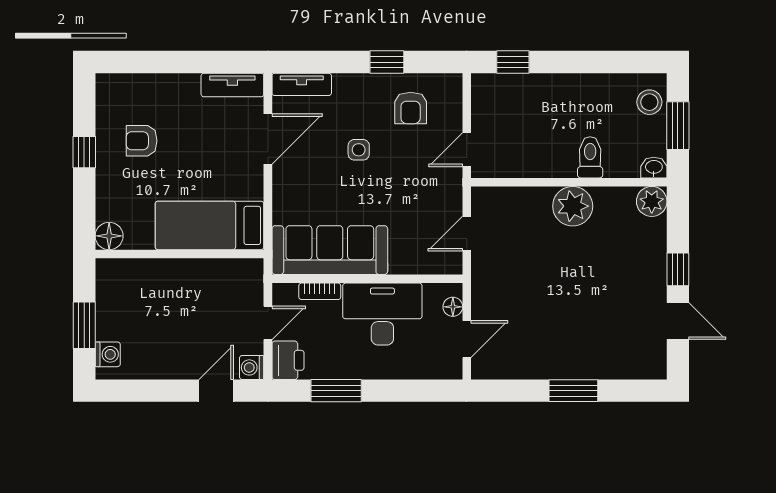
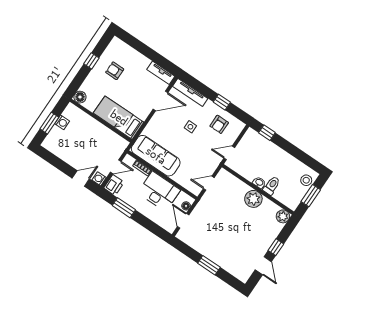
tv unit: (302, 84) -> (190, 92), width x1.41
washbasin: (654, 168) -> (259, 183), moved
door: (467, 339) -> (183, 221), swing flipped
washing machine: (108, 354) -> (62, 122), moved

